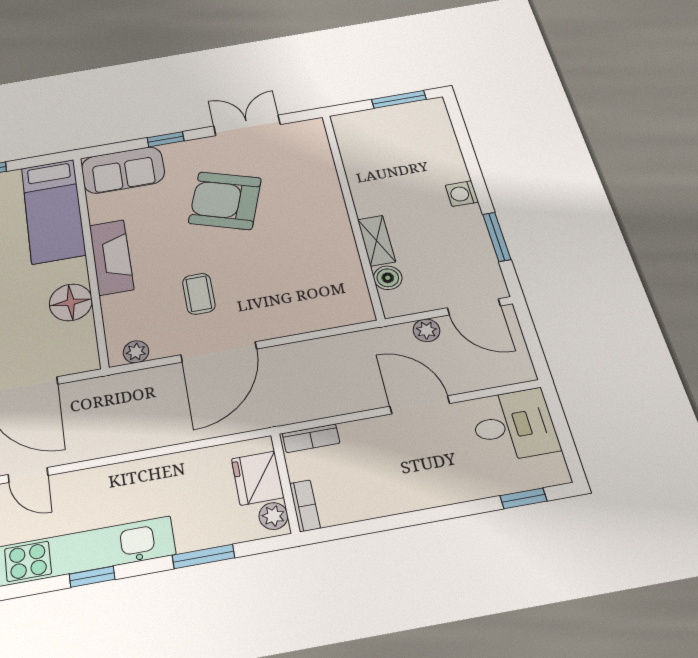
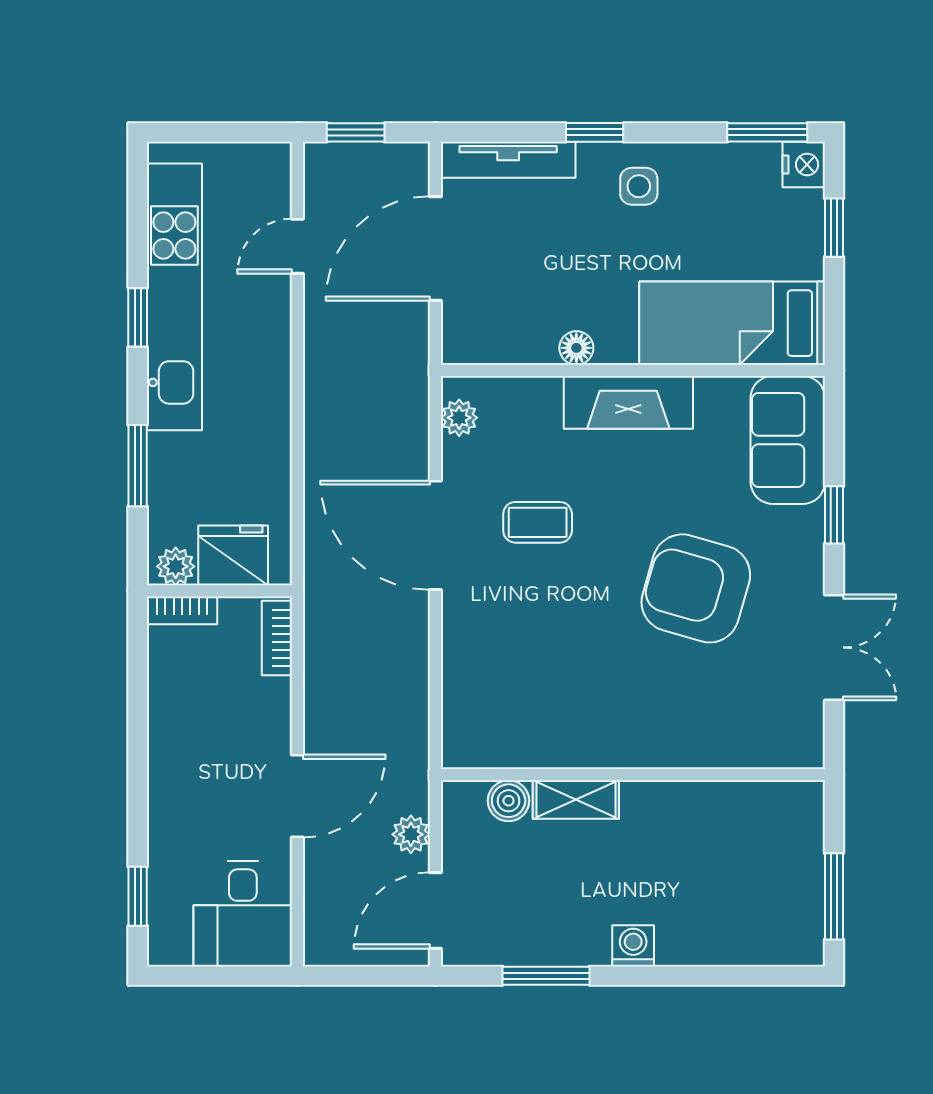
armchair: (225, 201) -> (696, 588), turned -93
floor lamp: (71, 302) -> (576, 348), width x0.53, depth x0.53

